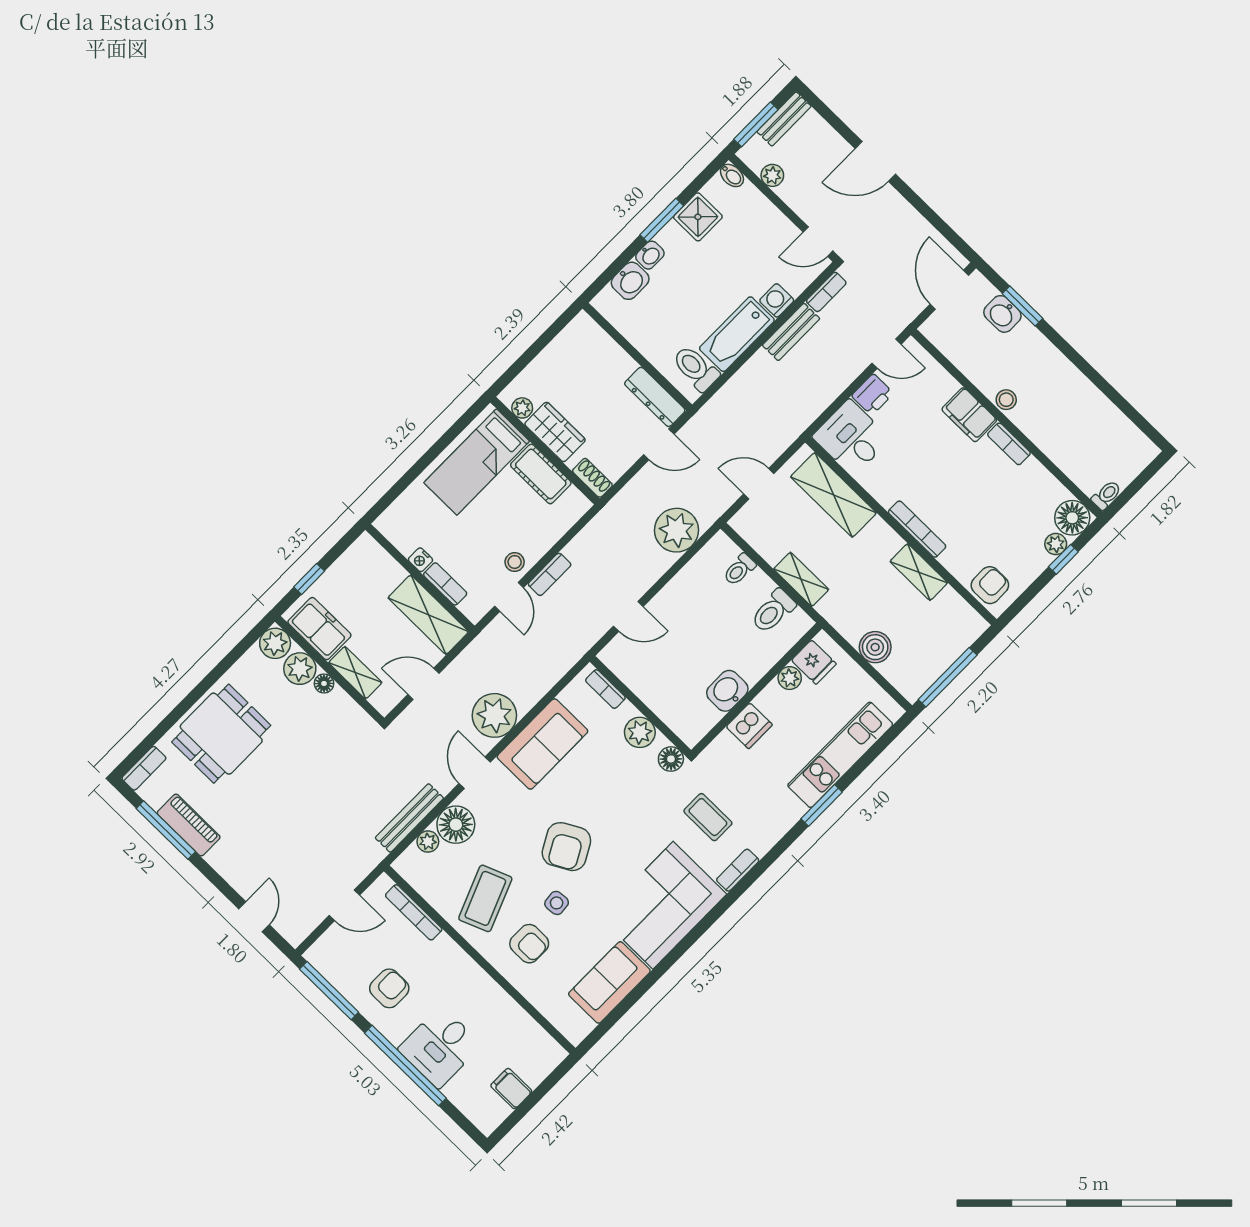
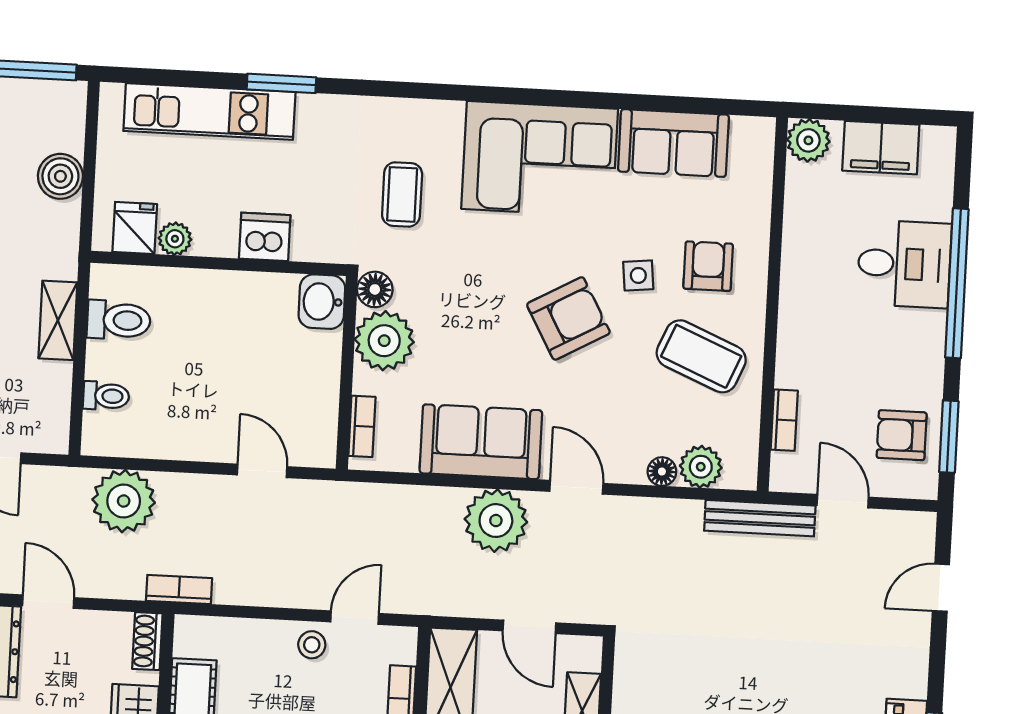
bookcase: (550, 574) -> (179, 590), moved
washbasin: (727, 691) -> (322, 302), moved, turned 90
plant: (640, 732) -> (384, 341), width x1.36, depth x1.36
door: (475, 773) -> (576, 487), swing flipped
bench: (409, 818) -> (760, 518), moved
floor lamp: (456, 825) -> (662, 472), width x0.53, depth x0.53
plant: (428, 842) -> (701, 467), width x1.38, depth x1.38
bookcase: (738, 870) -> (431, 112), removed
coffee table: (485, 898) -> (701, 356), turned 45
bookcase: (414, 912) -> (784, 420), width x0.64
armchair: (389, 988) -> (902, 435), moved
window: (329, 991) -> (949, 437), width x0.69
plant: (549, 1054) -> (808, 140), added
filing cabinet: (511, 1089) -> (881, 148), width x2.00

